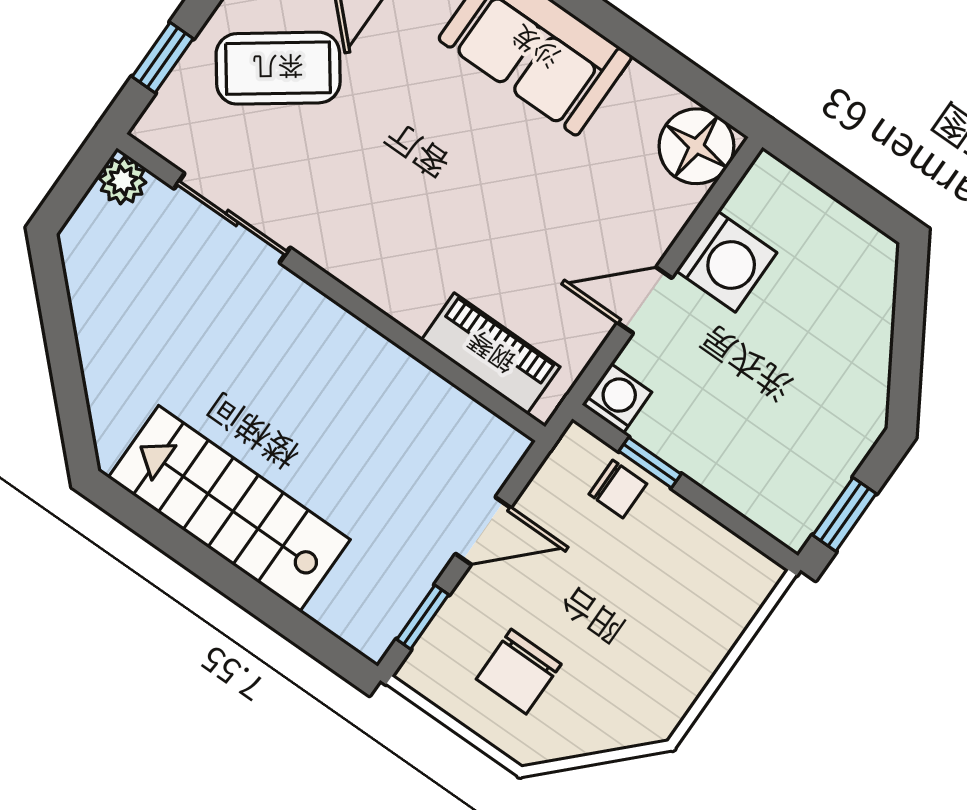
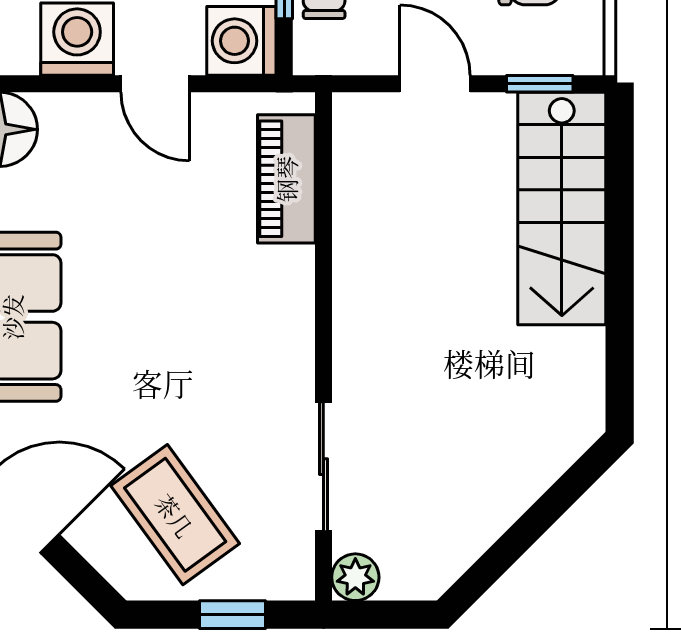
washing machine: (617, 398) -> (241, 41), width x1.38, depth x1.38
stairs: (229, 509) -> (562, 209), moved

